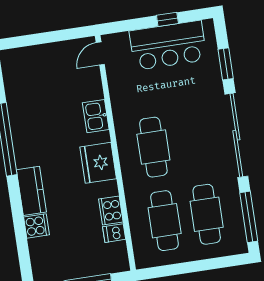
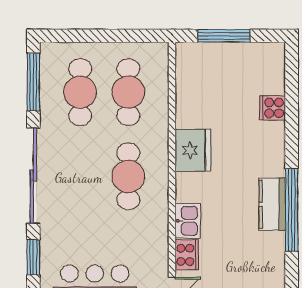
fridge: (98, 163) -> (193, 150), moved
kitchen counter: (31, 191) -> (272, 204), moved
cooker: (111, 210) -> (187, 255), moved
dishwasher: (114, 233) -> (187, 87), removed

